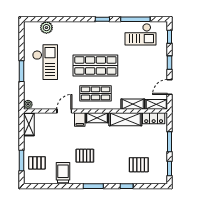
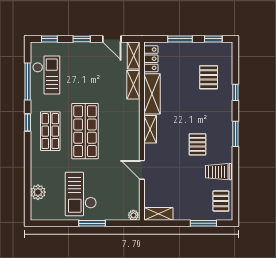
checkout: (45, 62) -> (81, 194), turned -90
shop shelf: (95, 93) -> (50, 131), moved
filing cabinet: (80, 120) -> (152, 151), removed
pallet: (37, 163) -> (221, 201), moved

